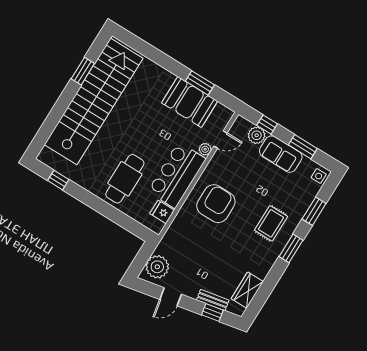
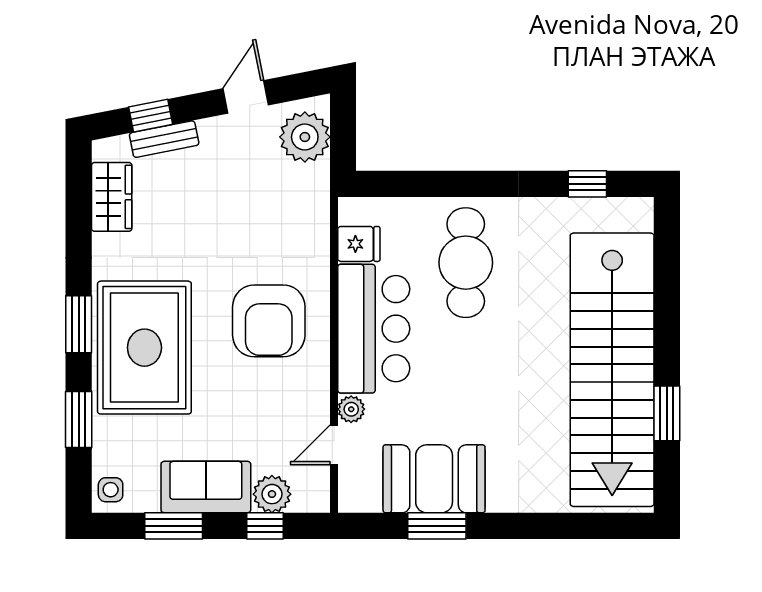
rug: (271, 223) -> (144, 348), width x1.86, depth x2.06

